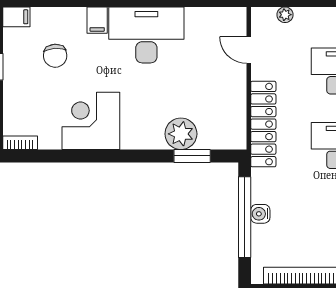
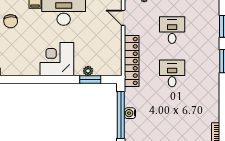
corner desk: (91, 121) -> (57, 59), moved
plant: (181, 134) -> (88, 71), width x0.53, depth x0.53

